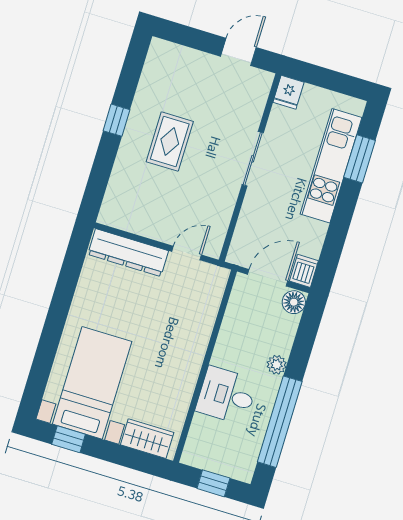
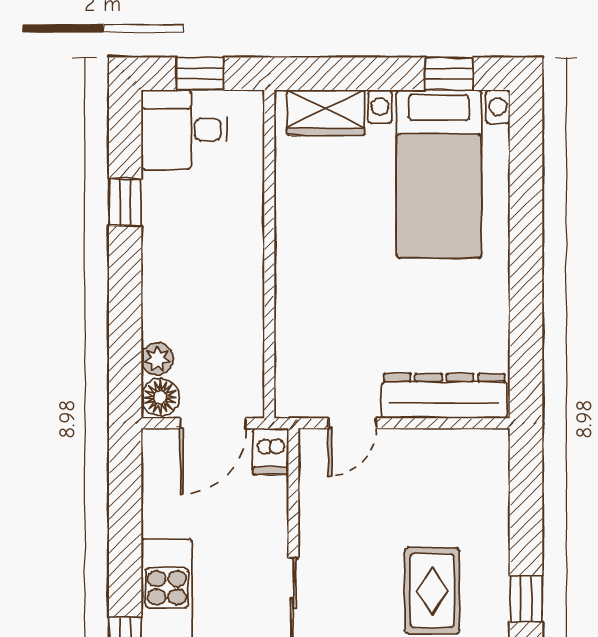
dishwasher: (304, 271) -> (271, 451), moved
plant: (277, 365) -> (157, 359), moved
desk: (227, 395) -> (184, 130), moved, turned 180
window: (280, 422) -> (125, 202), width x0.32

